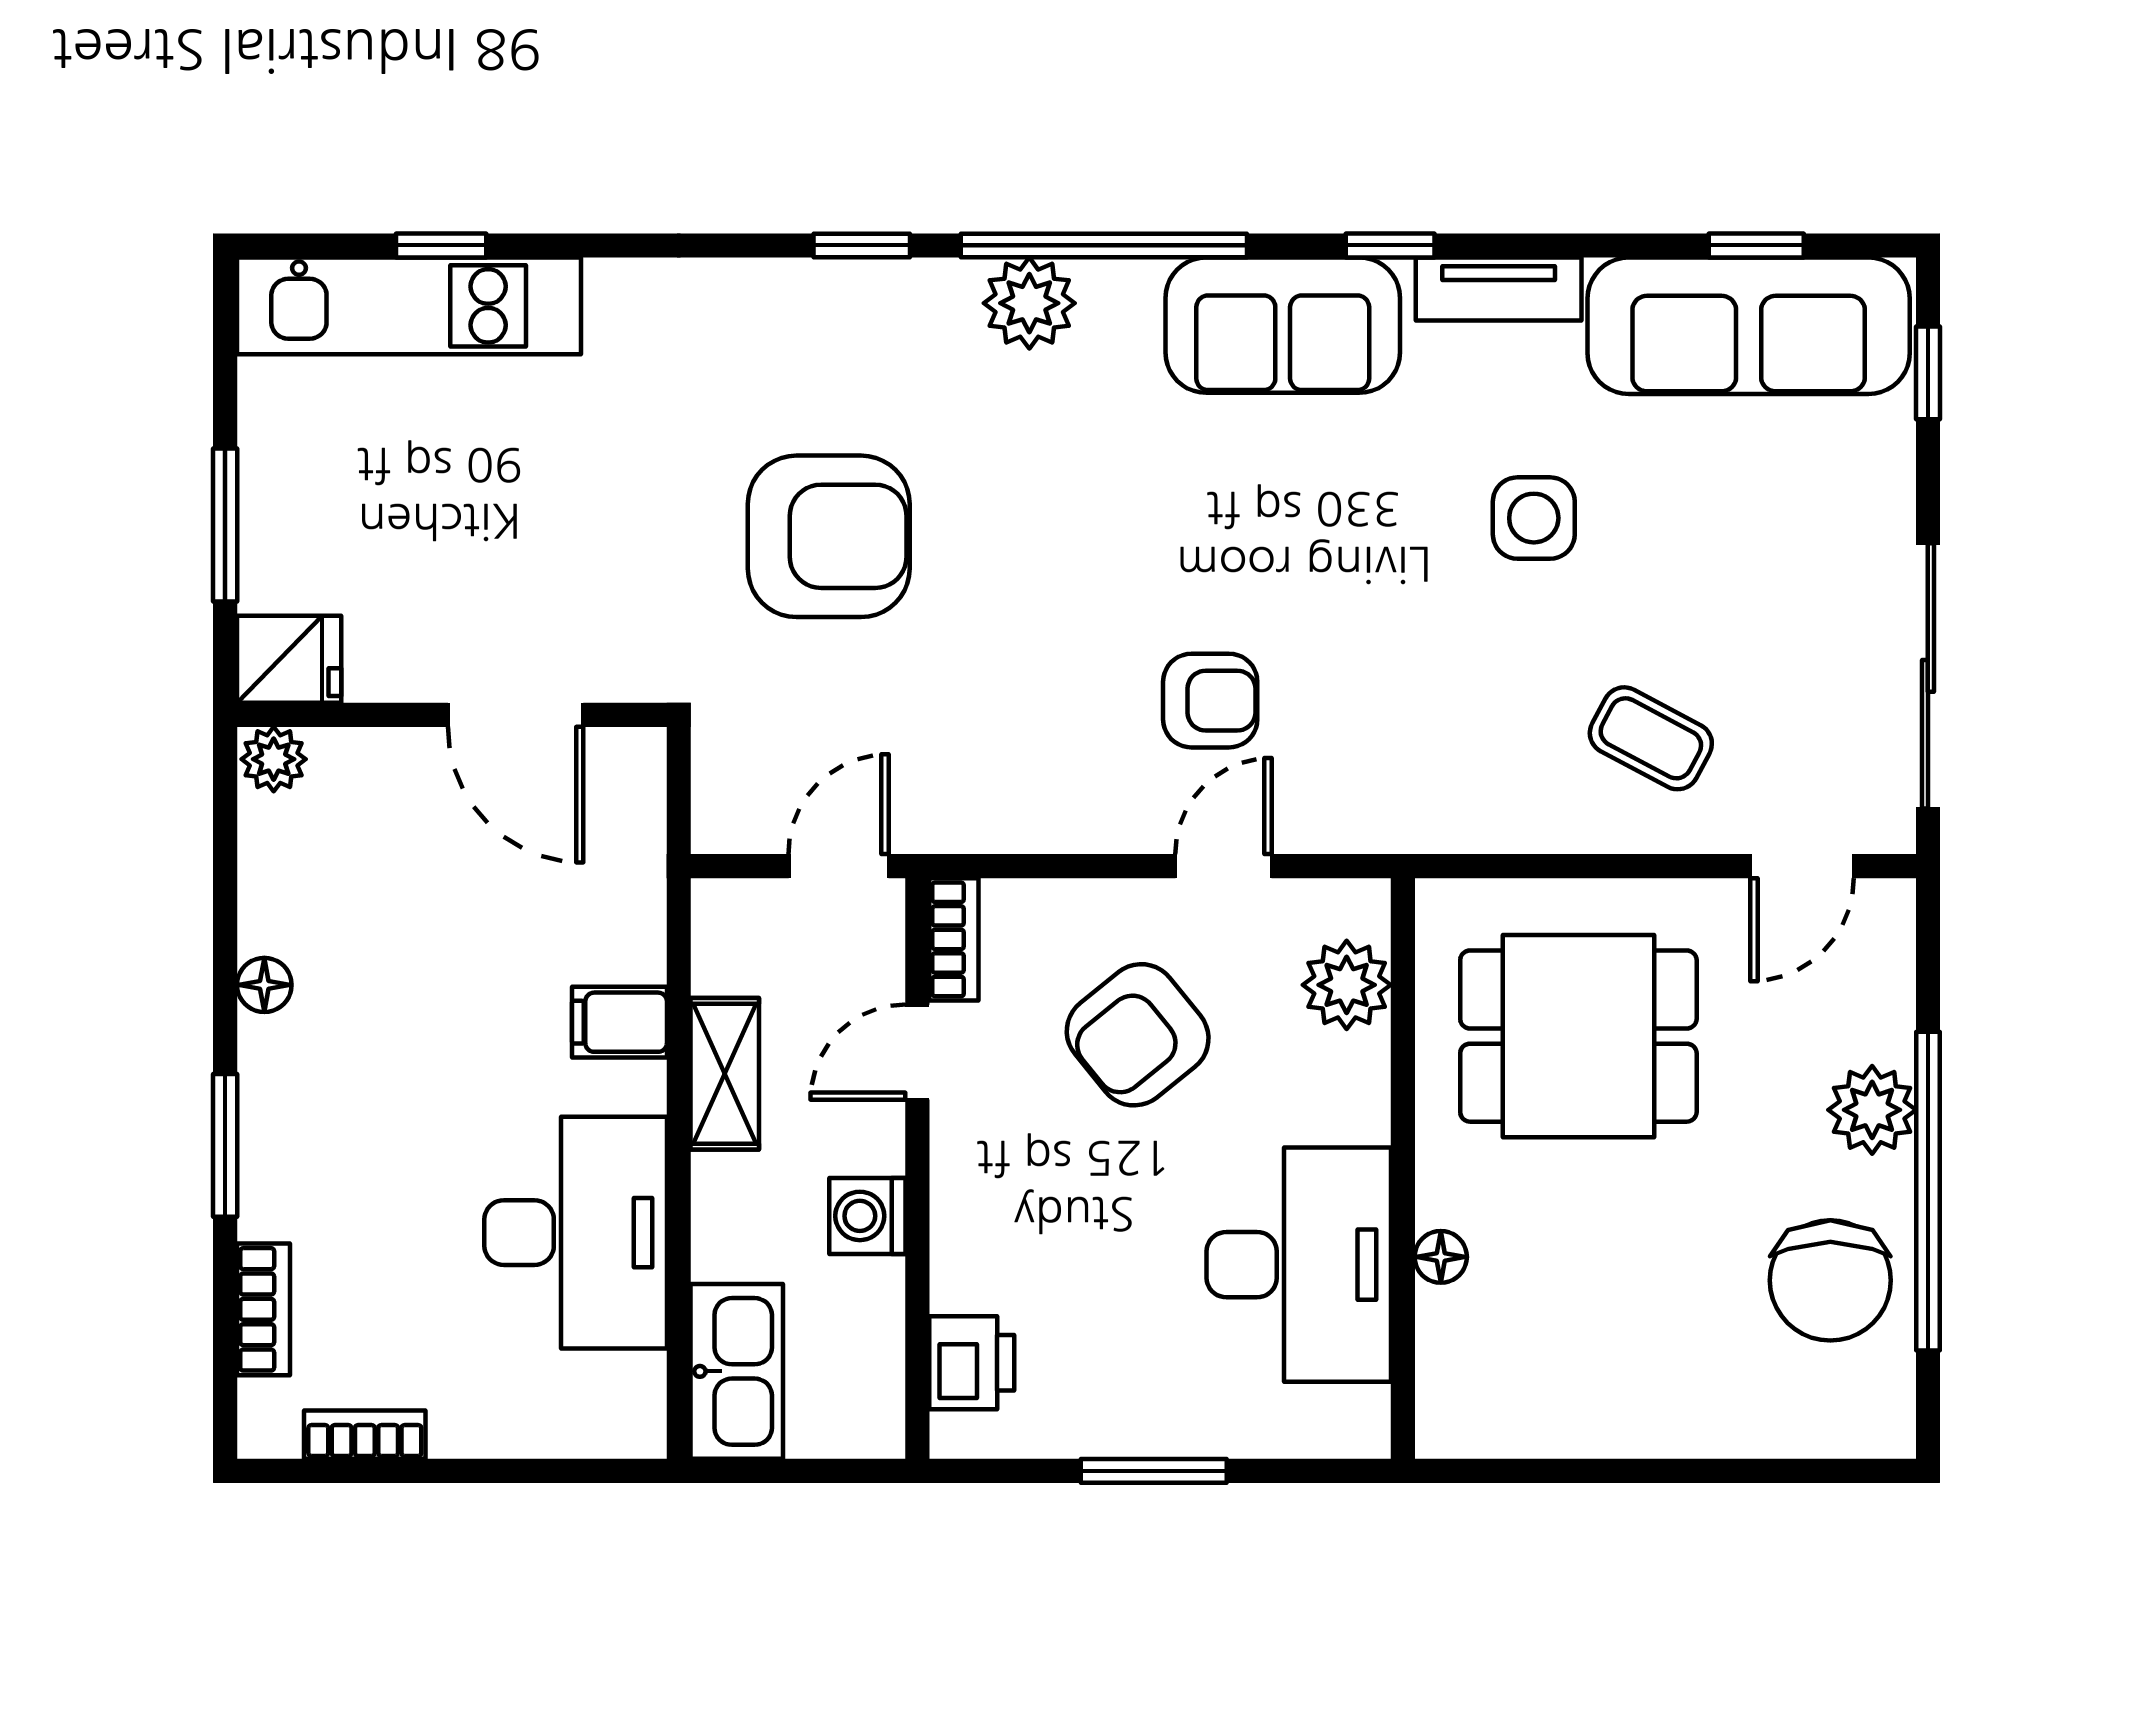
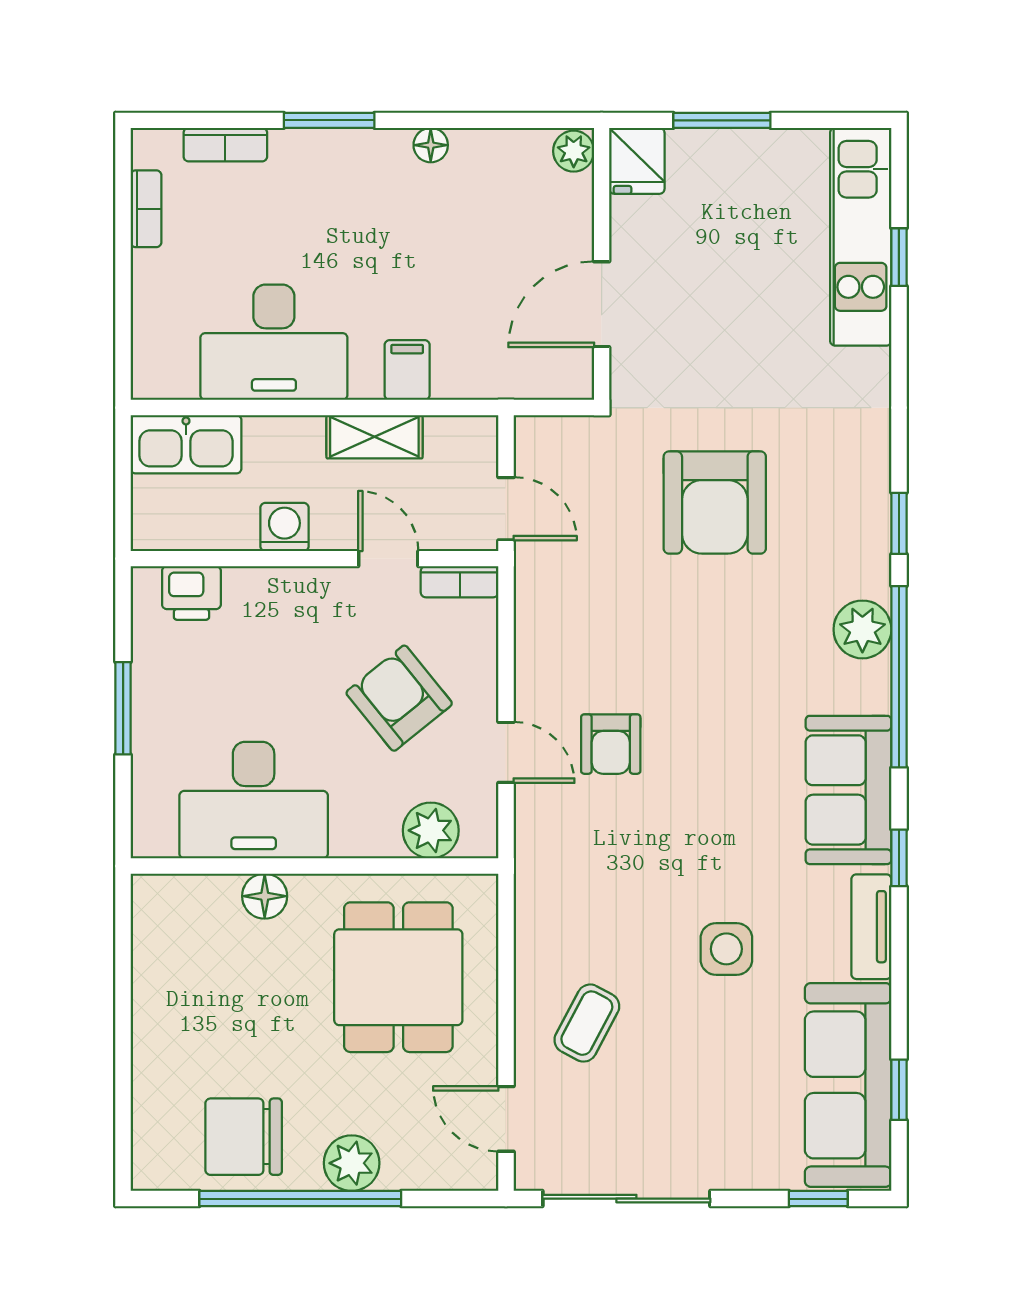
floor lamp: (1441, 1257) -> (265, 896), width x1.37, depth x1.37

